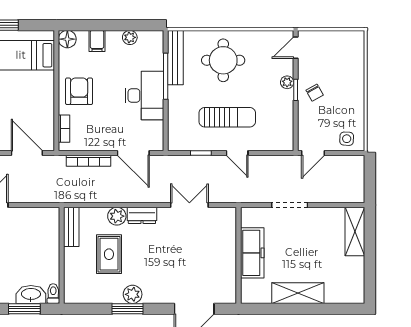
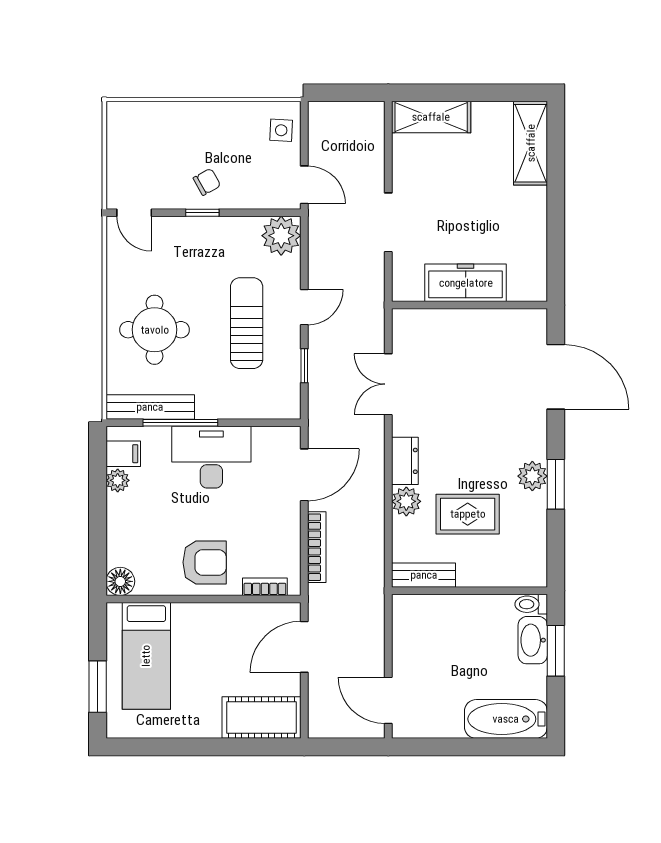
filing cabinet: (97, 41) -> (123, 454), moved
plant: (287, 82) -> (281, 236), moved, width x1.87, depth x1.87
armchair: (79, 91) -> (205, 562), turned 180
shelving: (298, 293) -> (531, 143), moved

